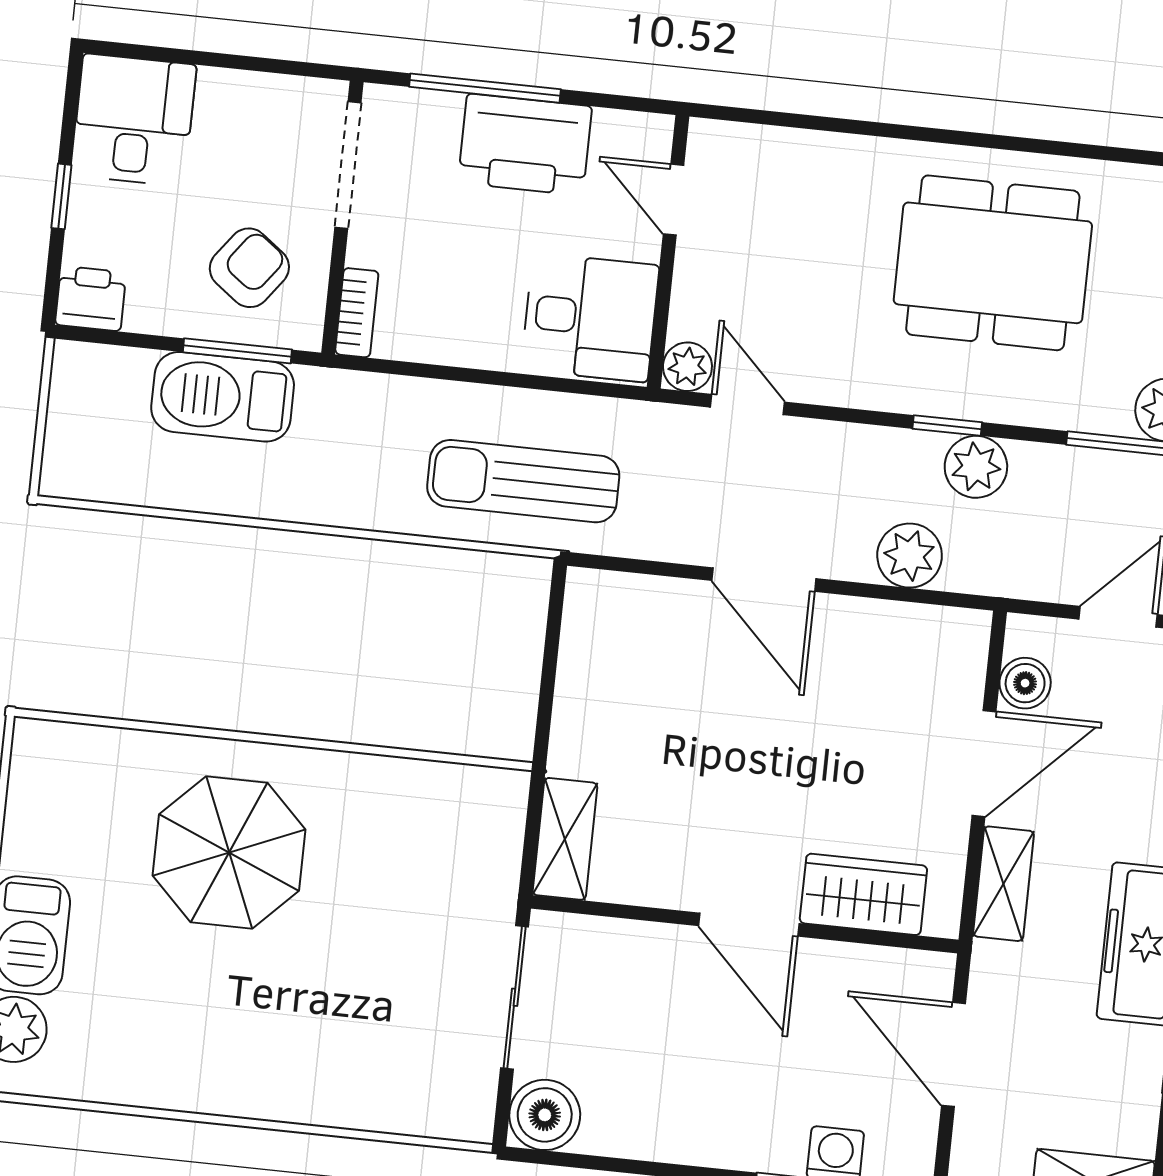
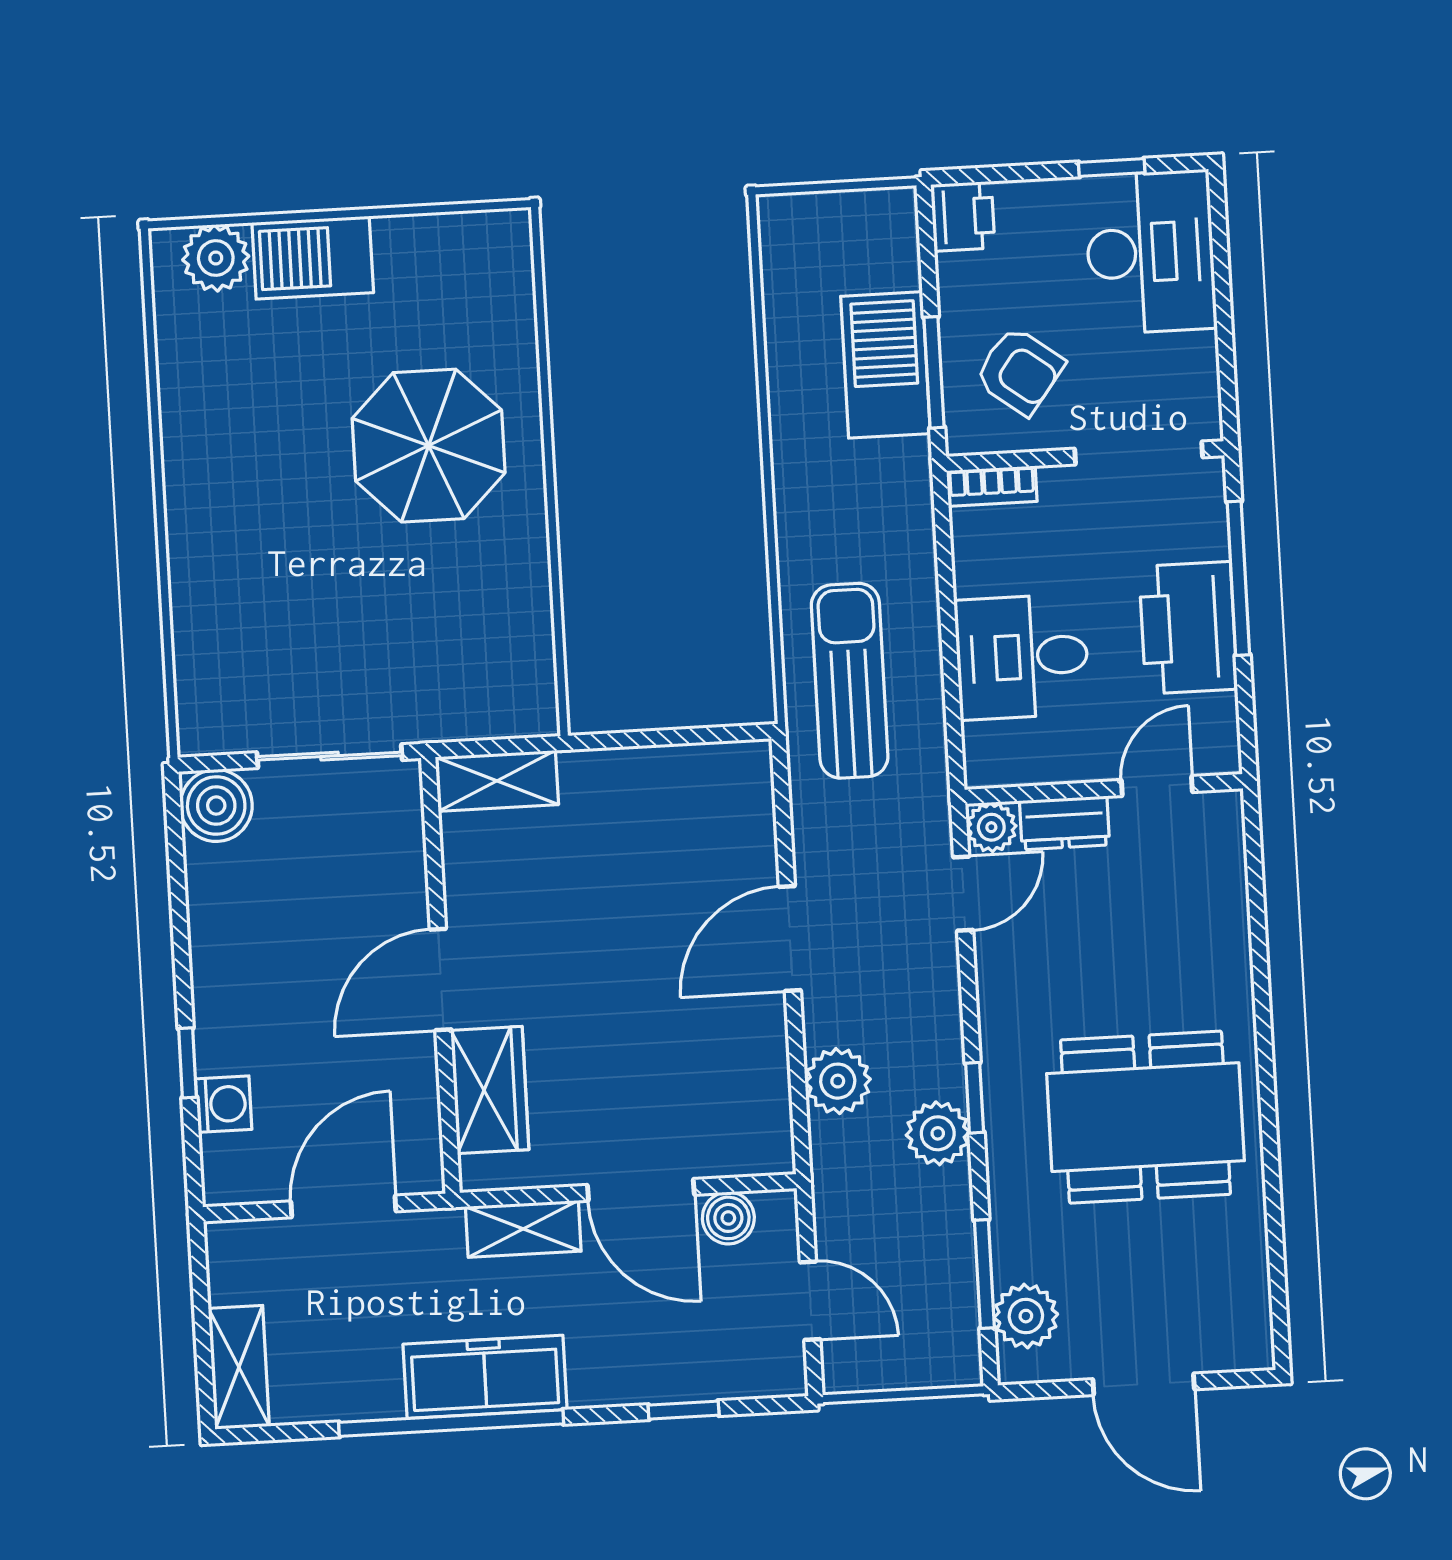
desk: (134, 120) -> (1151, 252), width x1.37
window: (61, 196) -> (1112, 168), moved
dining table: (993, 263) -> (1145, 1117), turned 90
dresser: (695, 295) -> (1064, 823), added
desk: (590, 317) -> (1022, 657), moved, turned 90

